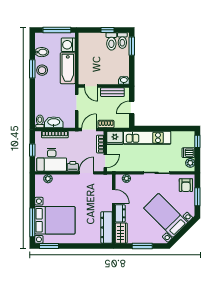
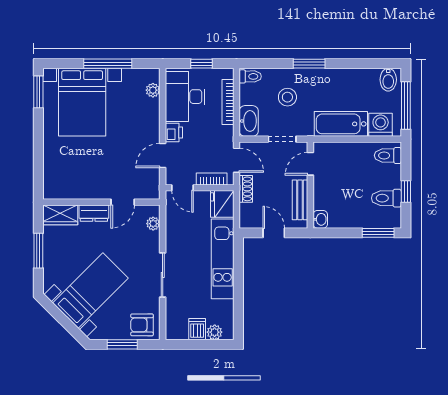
toilet: (122, 41) -> (388, 155), moved
bidet: (42, 52) -> (388, 80), moved
window: (32, 69) -> (309, 64), moved
stool: (42, 70) -> (287, 97), moved
washbasin: (54, 122) -> (249, 121), moved
window: (197, 141) -> (216, 344), removed
plant: (190, 163) -> (215, 332), moved
door: (86, 173) -> (163, 156), swing flipped
window: (32, 222) -> (108, 64), moved
dresser: (107, 227) -> (70, 190), removed

